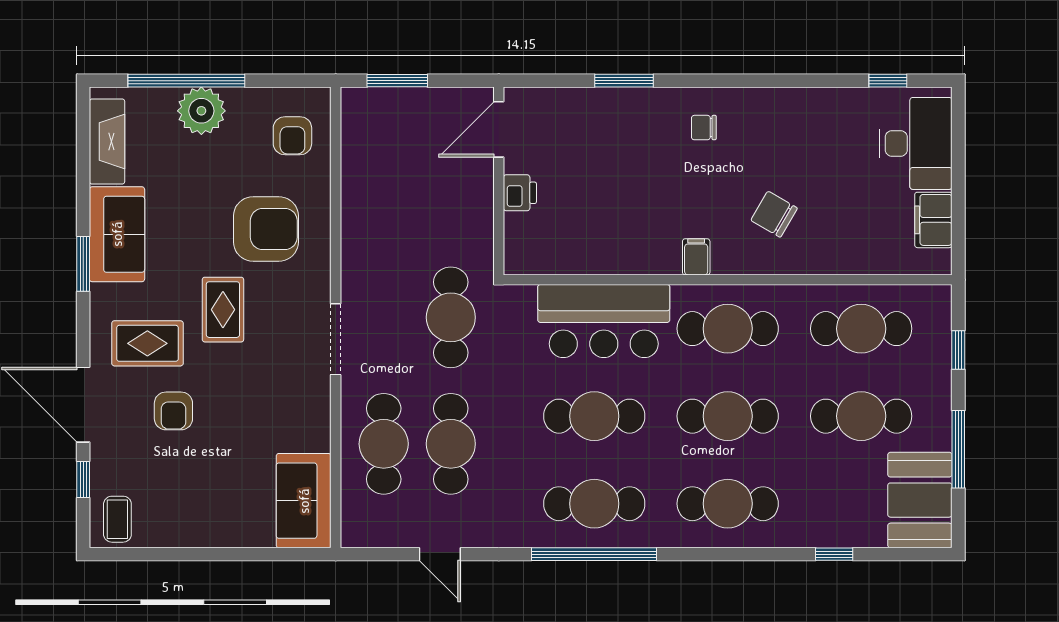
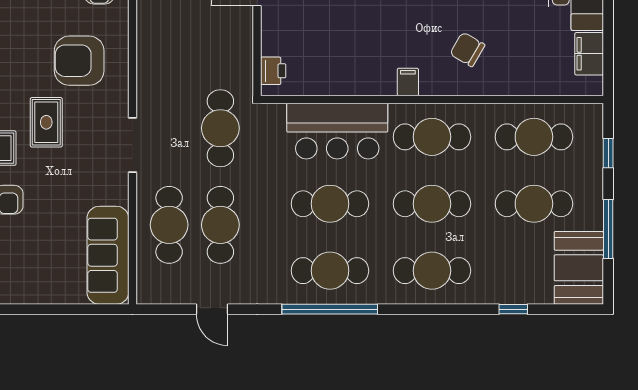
printer: (520, 193) -> (273, 71), moved
armchair: (266, 229) -> (79, 61), turned 180
sofa: (304, 501) -> (108, 255), width x1.36

